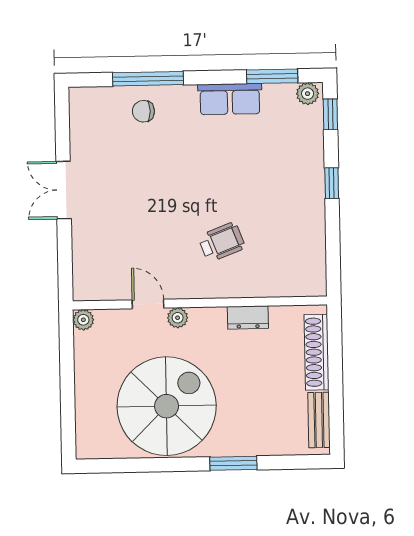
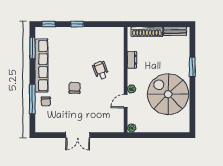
plant: (308, 94) -> (40, 33), removed
row of seats: (230, 99) -> (41, 66), width x2.02
chair: (178, 180) -> (75, 88), added

